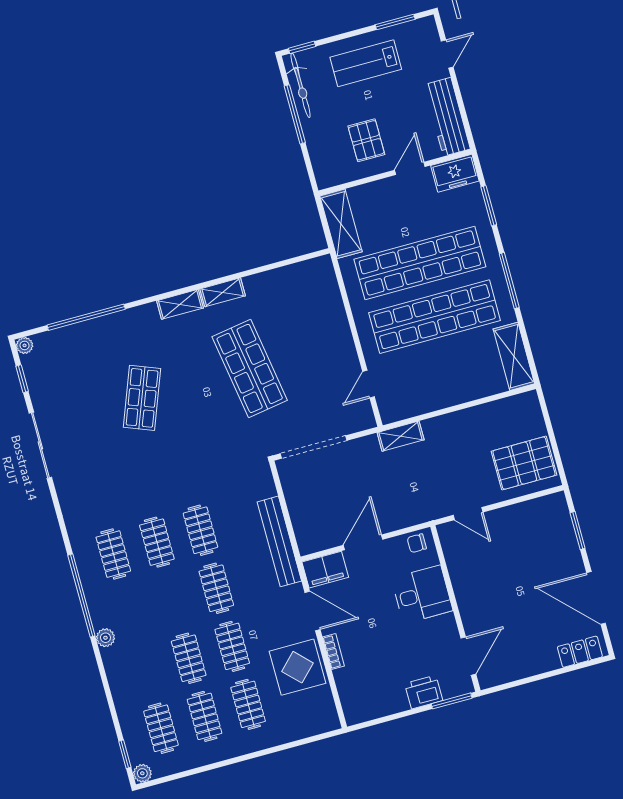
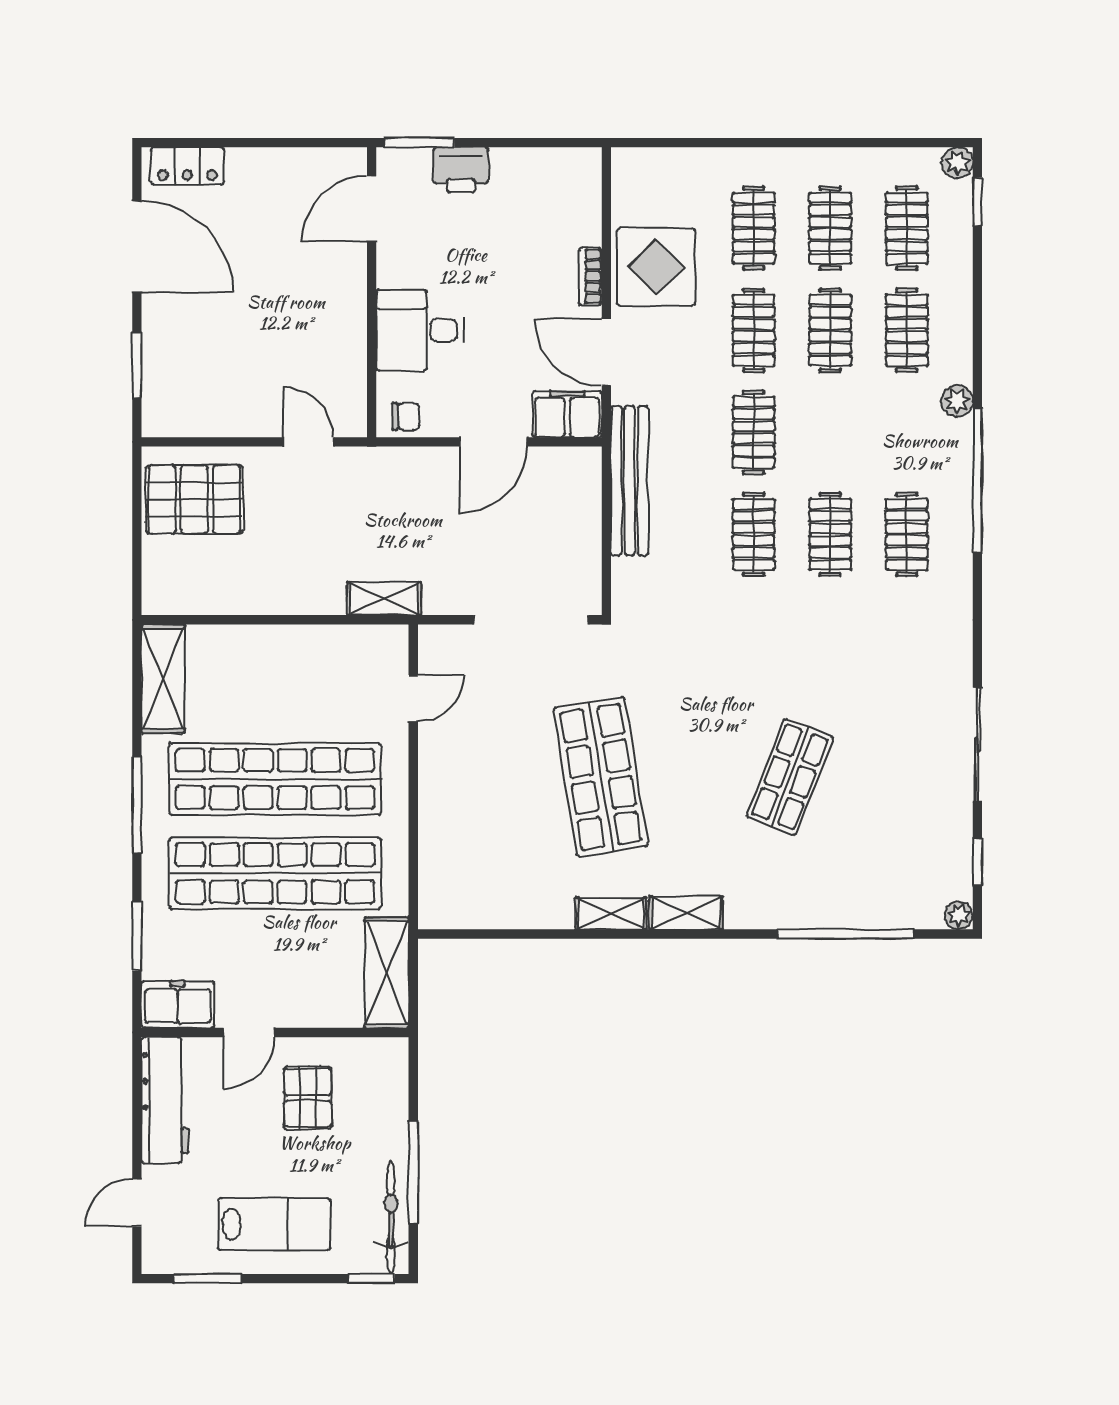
clothes rail: (145, 670) -> (907, 330), added

